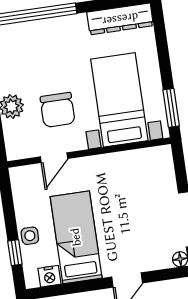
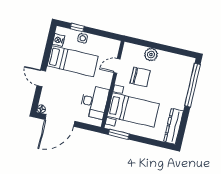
chair: (58, 110) -> (140, 77), turned 180
door: (54, 158) -> (117, 66), hinge flipped
desk: (132, 173) -> (94, 102), added

